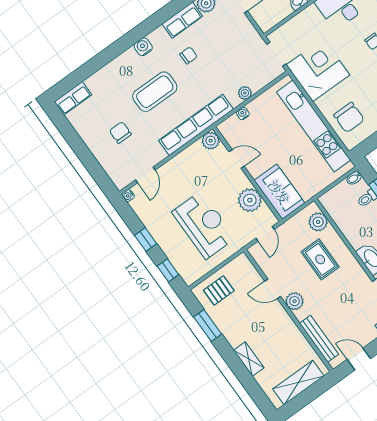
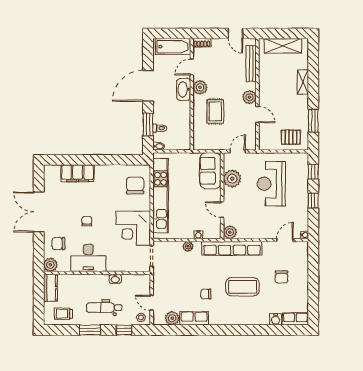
water cooler: (143, 47) -> (276, 319), moved
plant: (318, 222) -> (200, 87), moved

